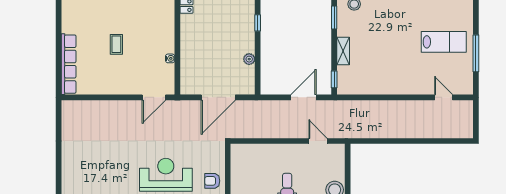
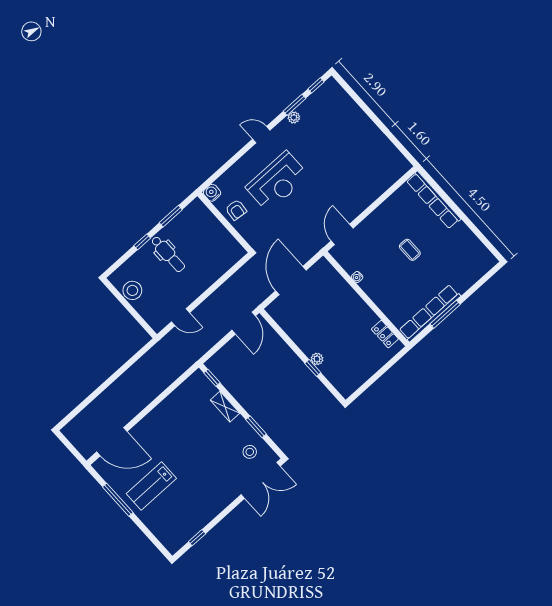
plant: (249, 59) -> (317, 359), moved
door: (304, 97) -> (244, 323), moved
door: (444, 97) -> (112, 442), width x1.88
armchair: (212, 181) -> (236, 210), turned 96

